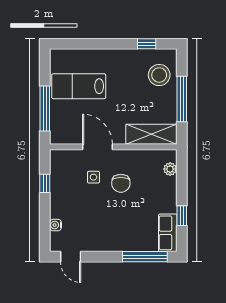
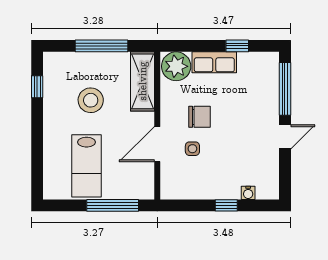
stool: (159, 75) -> (91, 100), moved
plant: (170, 169) -> (176, 66), width x1.88, depth x1.88
window: (45, 183) -> (226, 205), moved
row of seats: (168, 233) -> (214, 62), moved
door: (71, 257) -> (285, 137), moved

